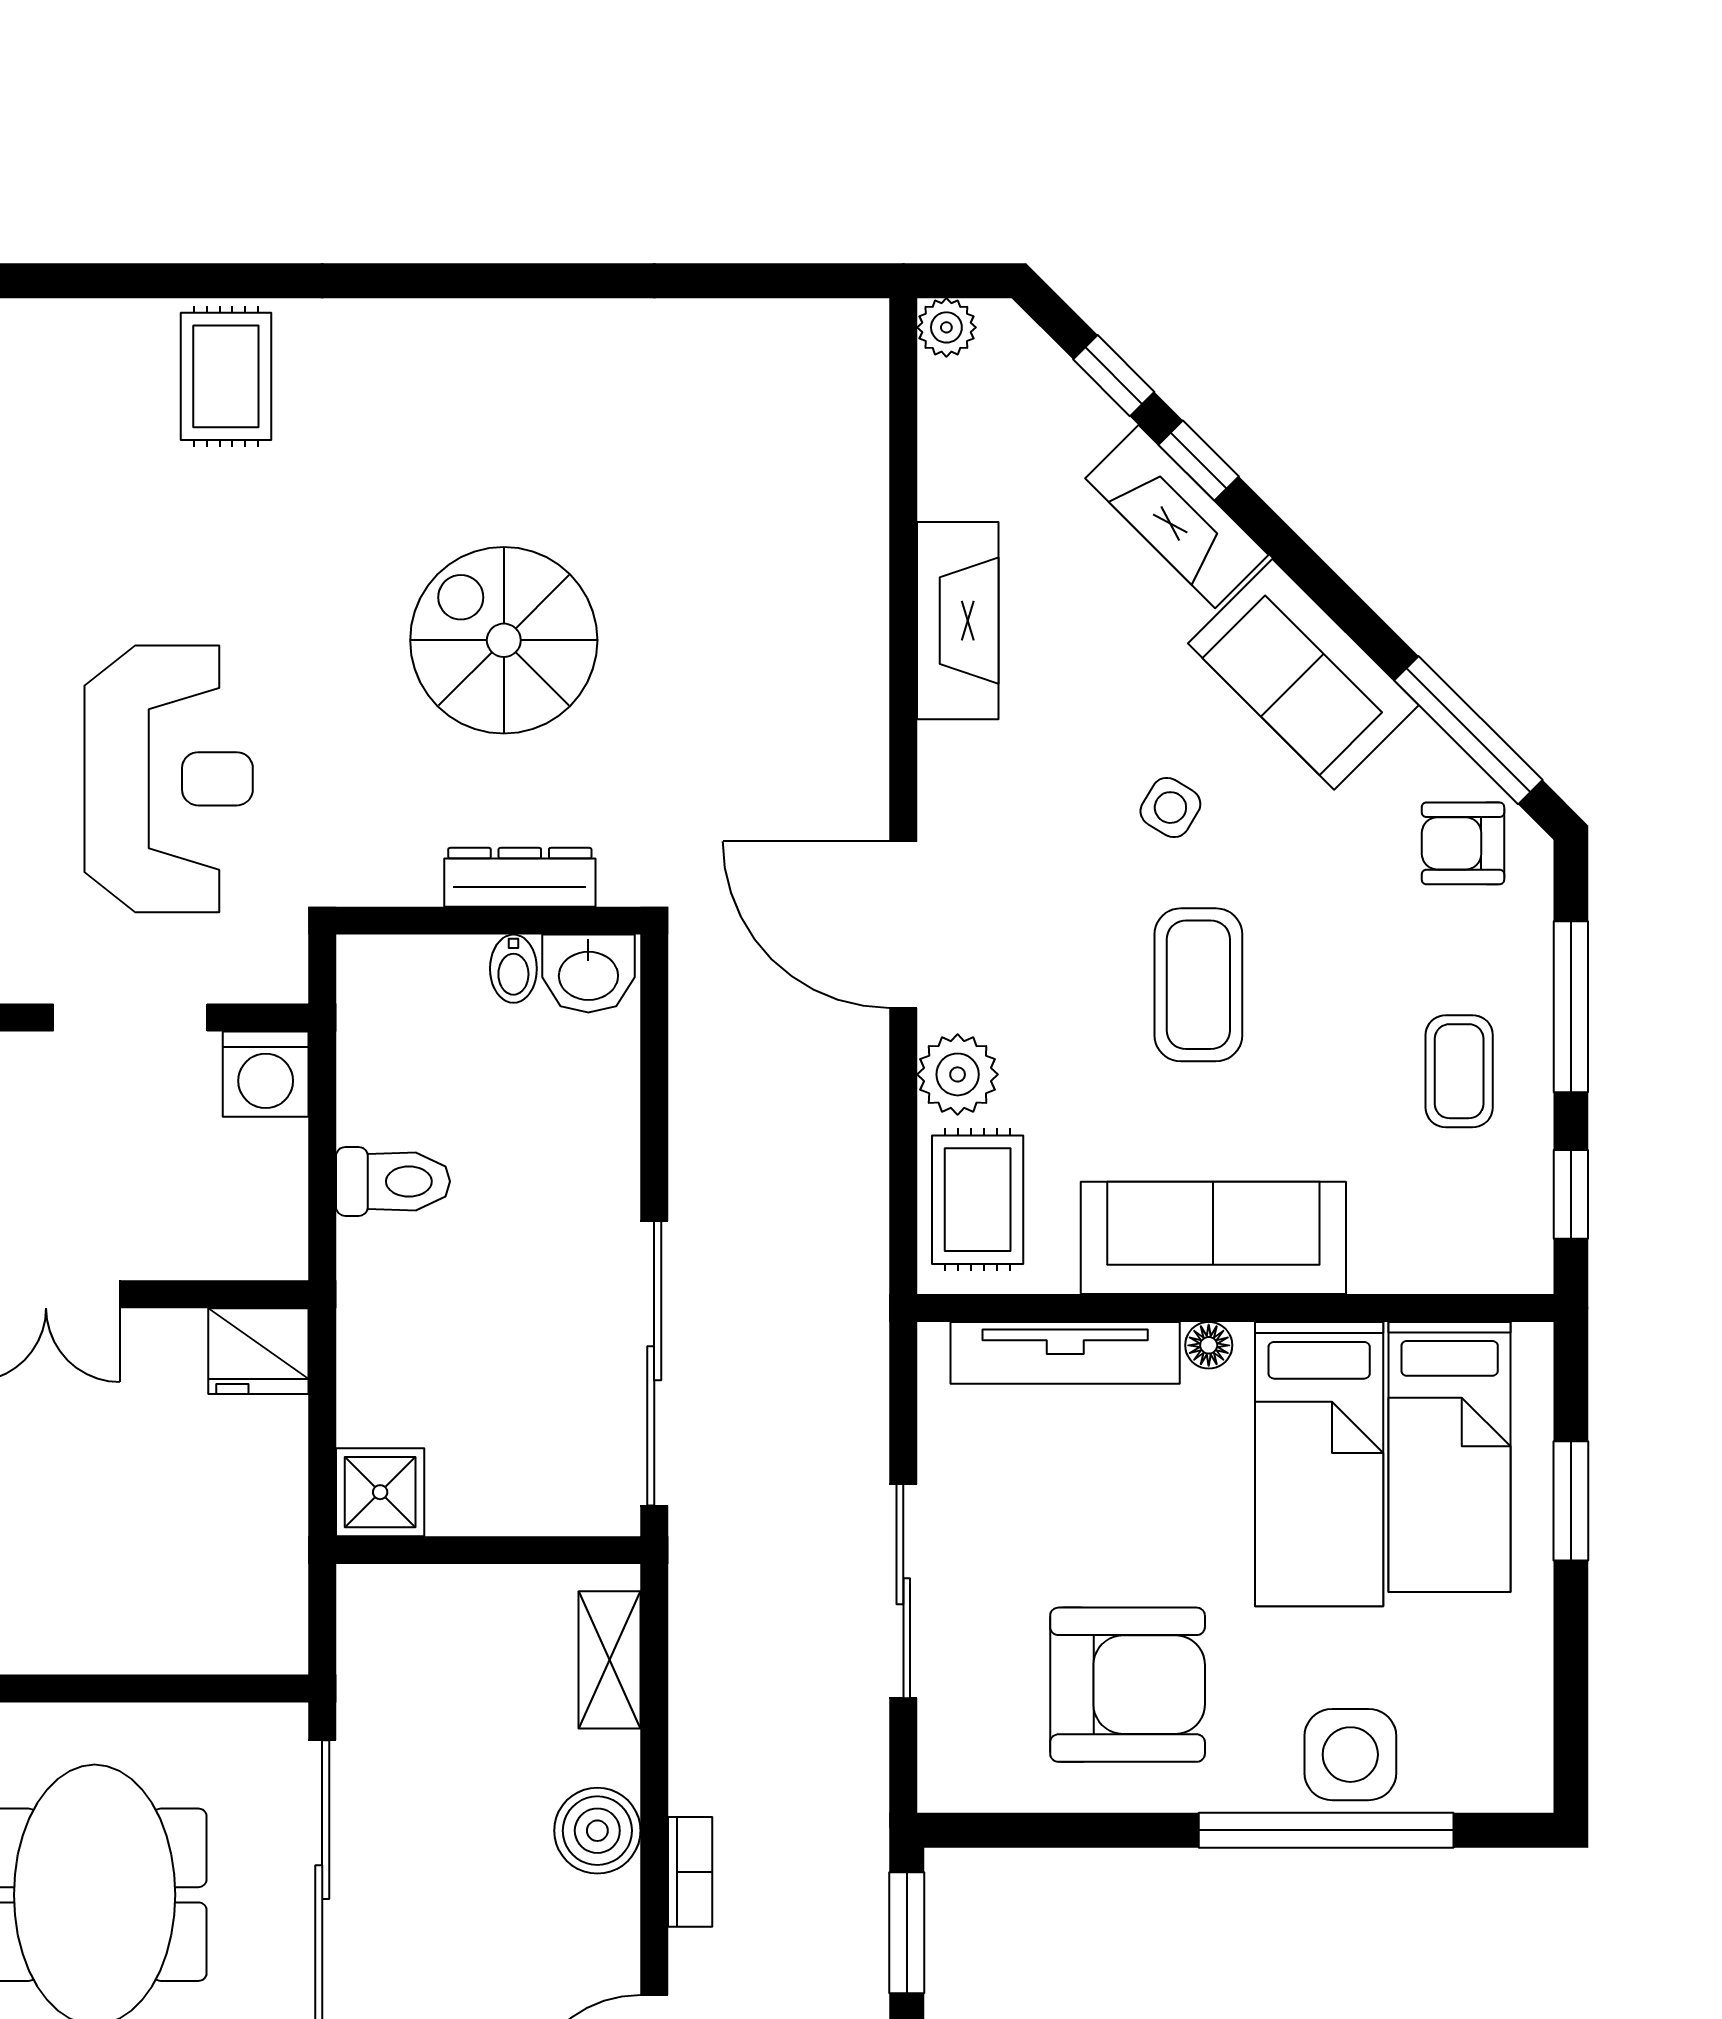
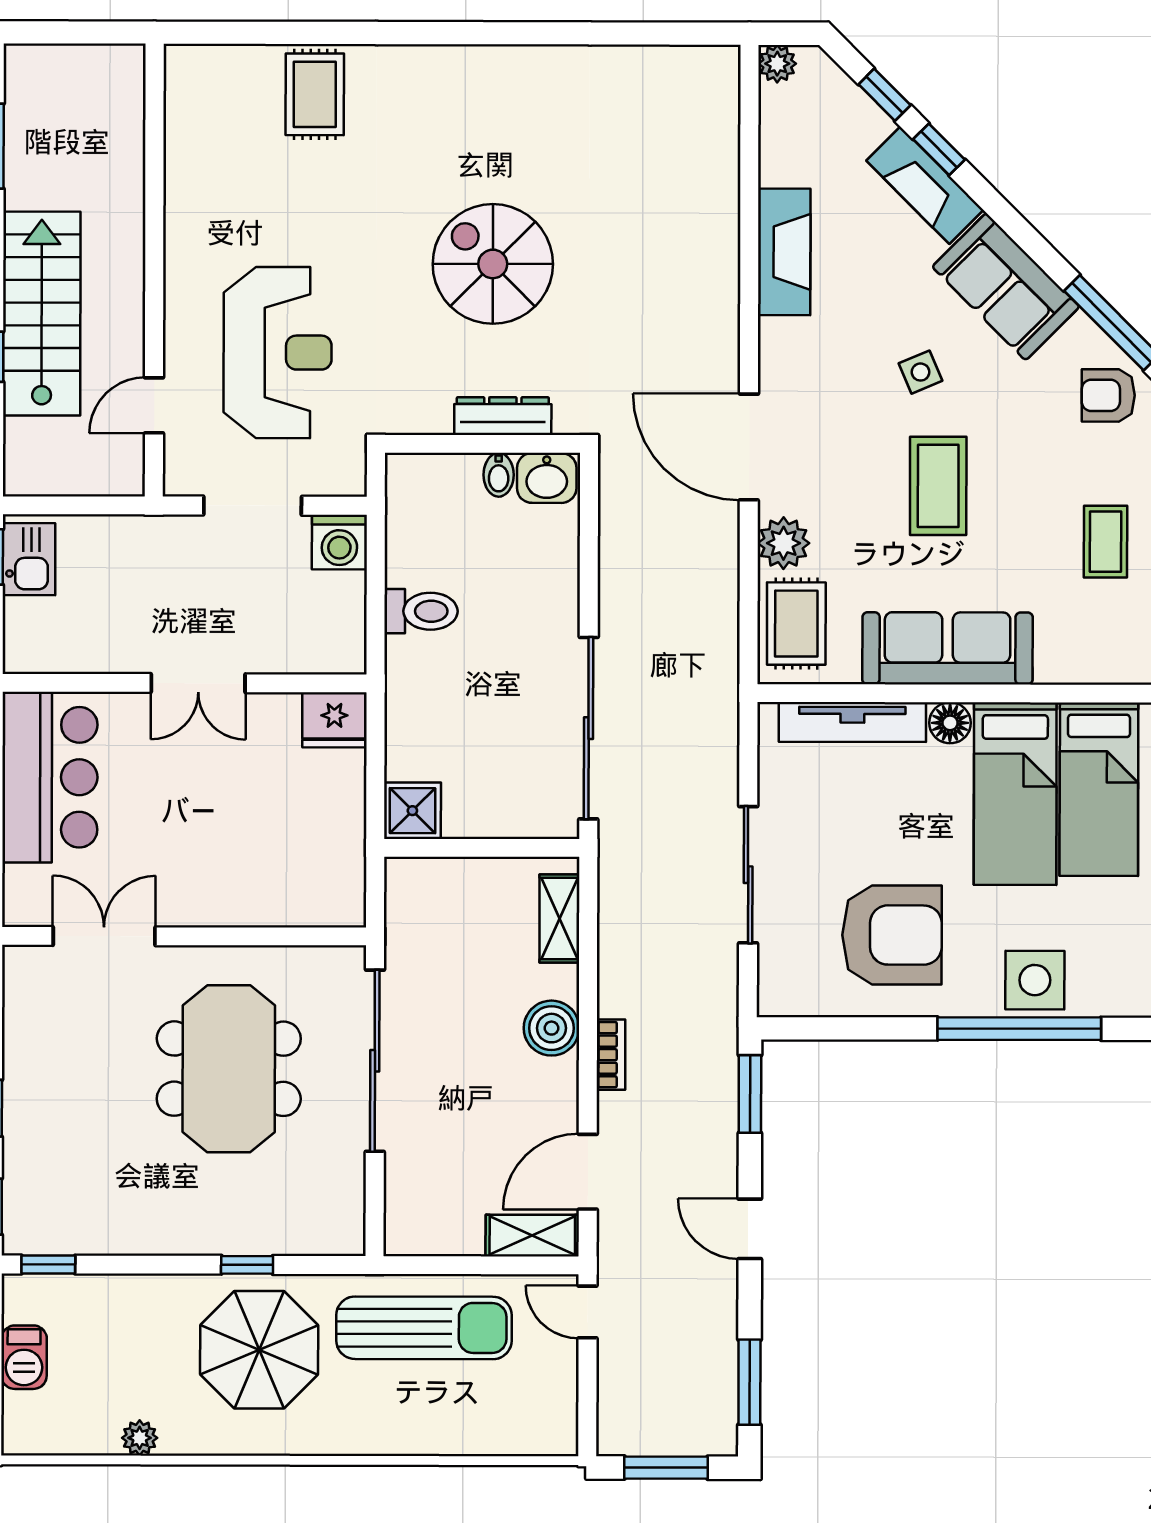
side table: (1170, 808) -> (920, 372), turned 36
floor lamp: (1209, 1345) -> (950, 723), width x1.37, depth x1.37

